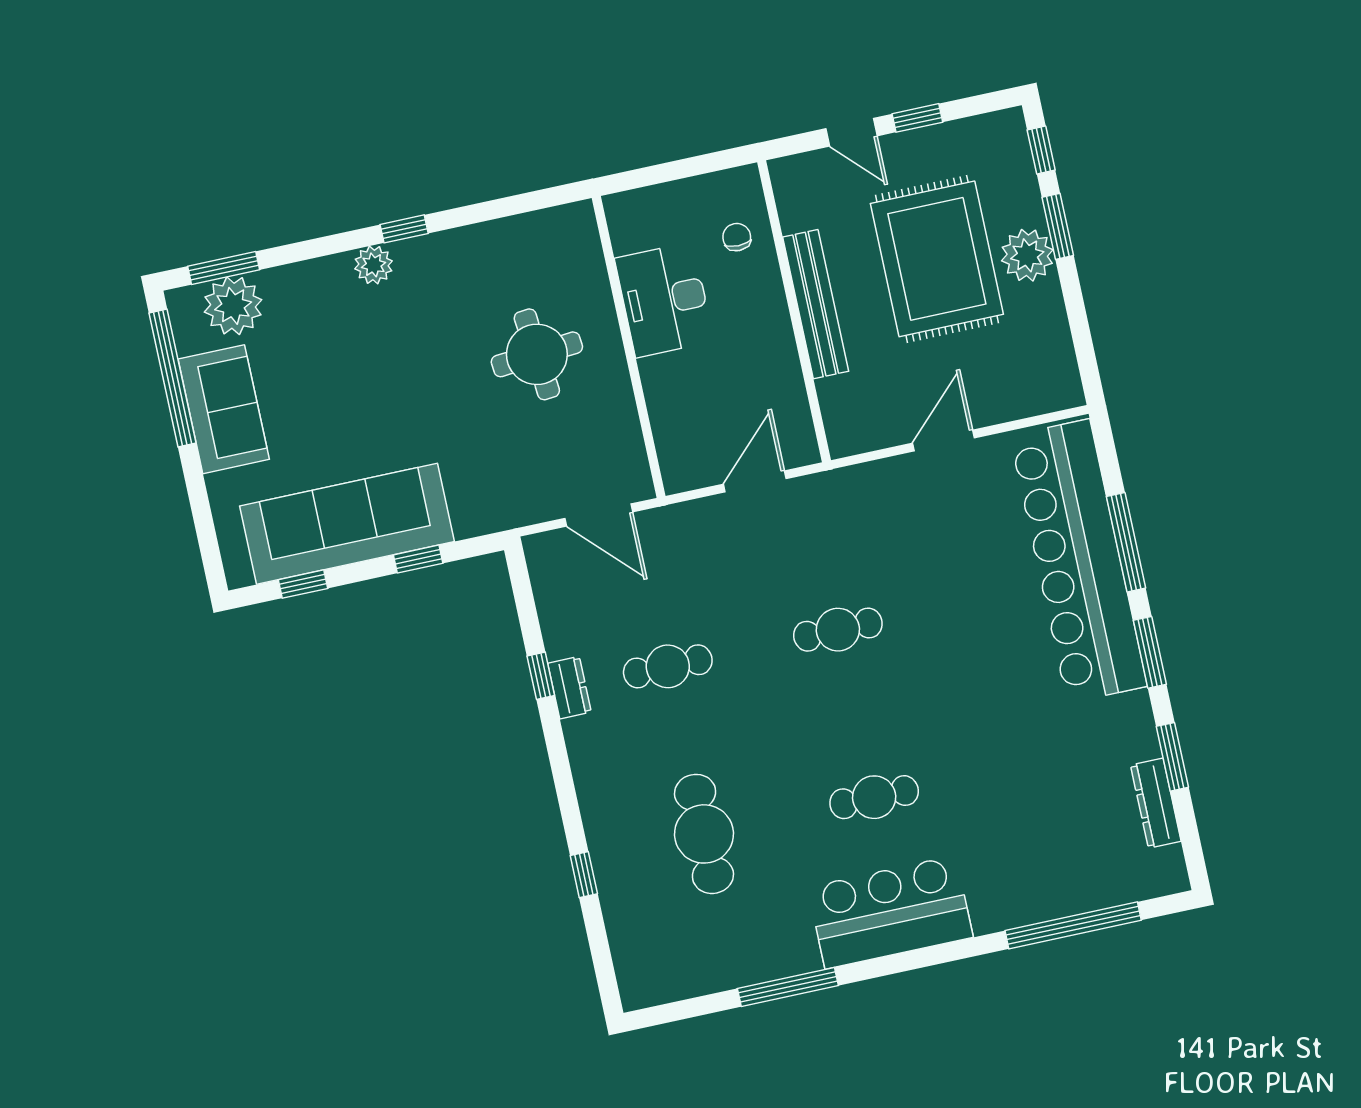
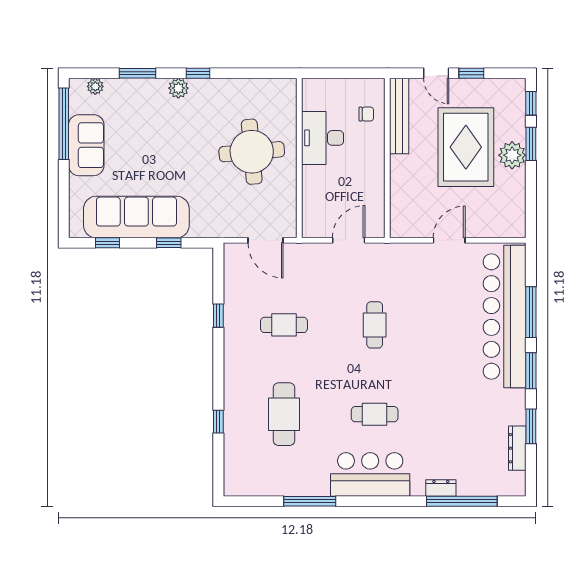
chair: (737, 237) -> (366, 114), turned 90
window: (224, 268) -> (138, 73), moved
bench: (816, 304) -> (399, 116), moved
plant: (233, 306) -> (95, 86), width x0.53, depth x0.53
round table: (537, 354) -> (252, 152), width x1.36, depth x1.36
cafe table: (838, 630) -> (375, 325), turned 90
dresser: (570, 688) -> (441, 488), moved, turned -90

